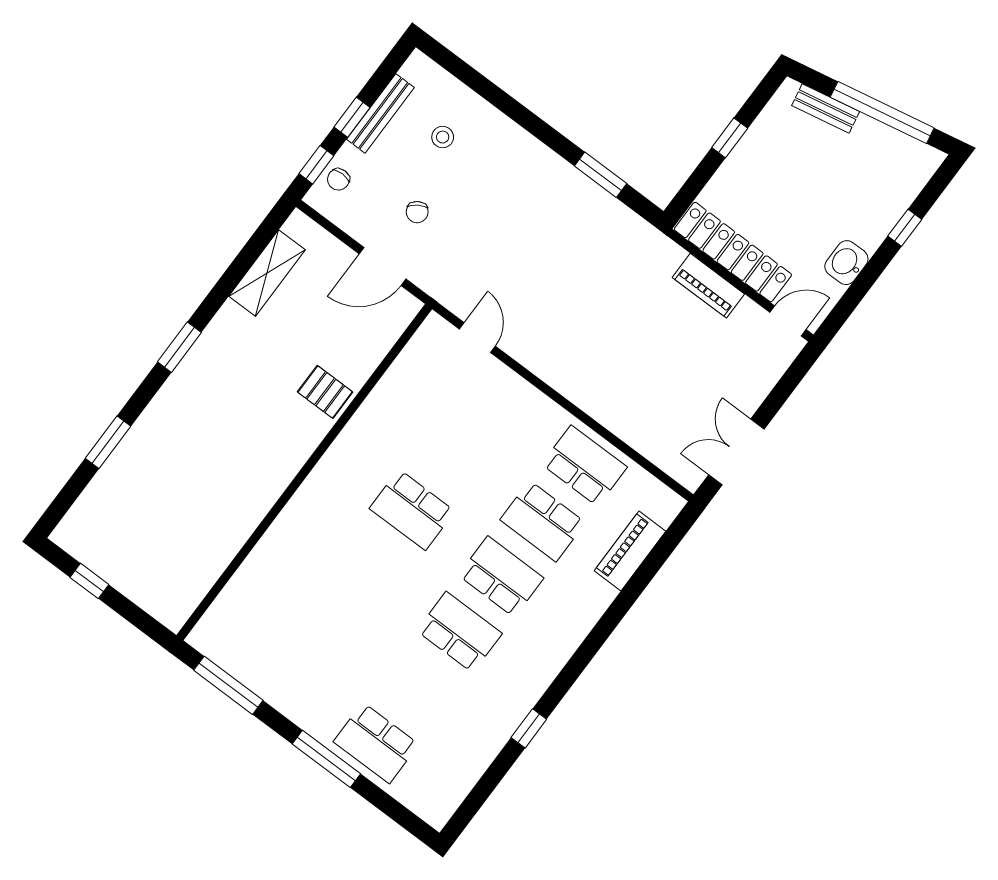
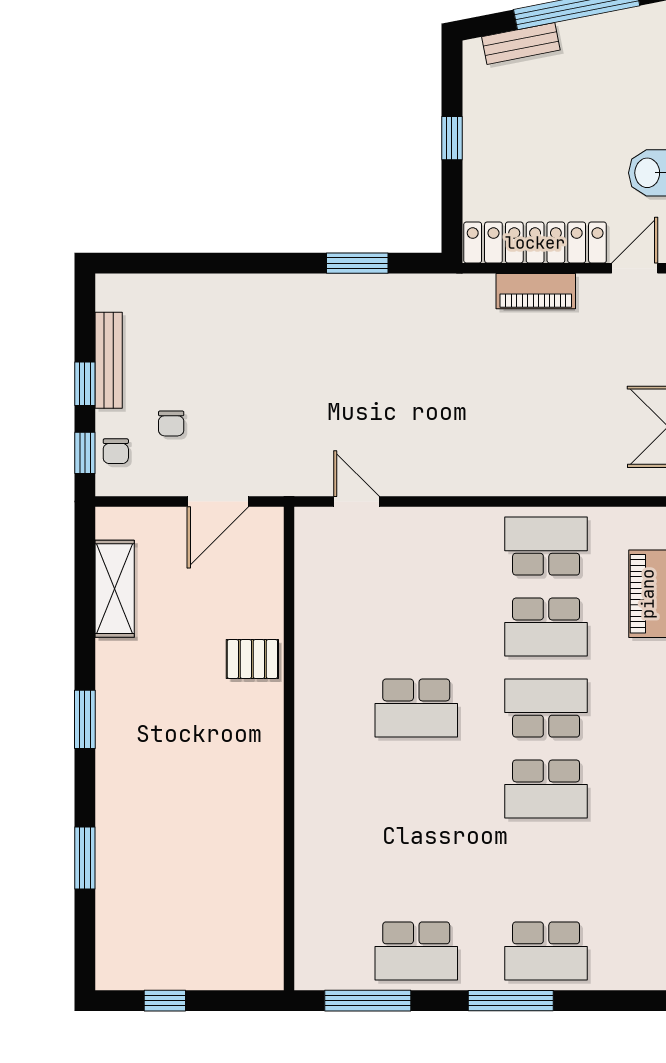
stool: (443, 137) -> (183, 339), removed
chair: (417, 212) -> (171, 423), moved, turned 33
school desk: (459, 632) -> (546, 789), turned 180
school desk: (287, 676) -> (416, 951), added

